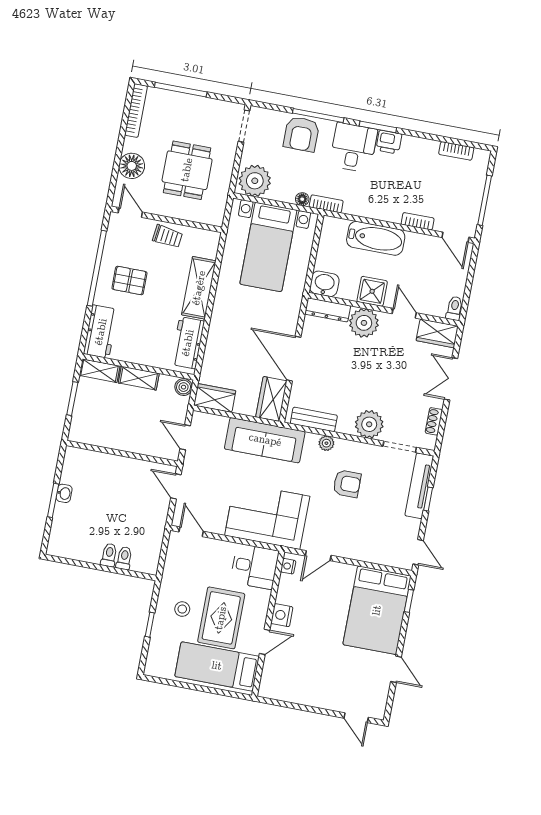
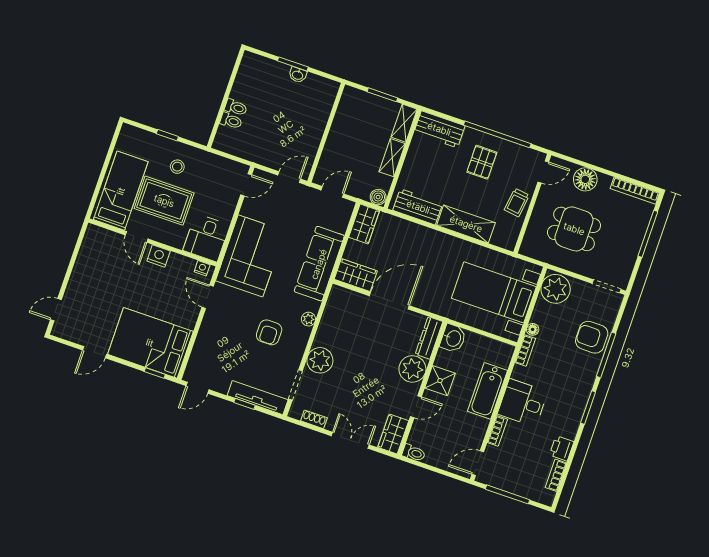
printer: (389, 142) -> (562, 448), moved
desk: (353, 147) -> (523, 403), moved, turned 180
bench: (314, 419) -> (332, 311), removed

